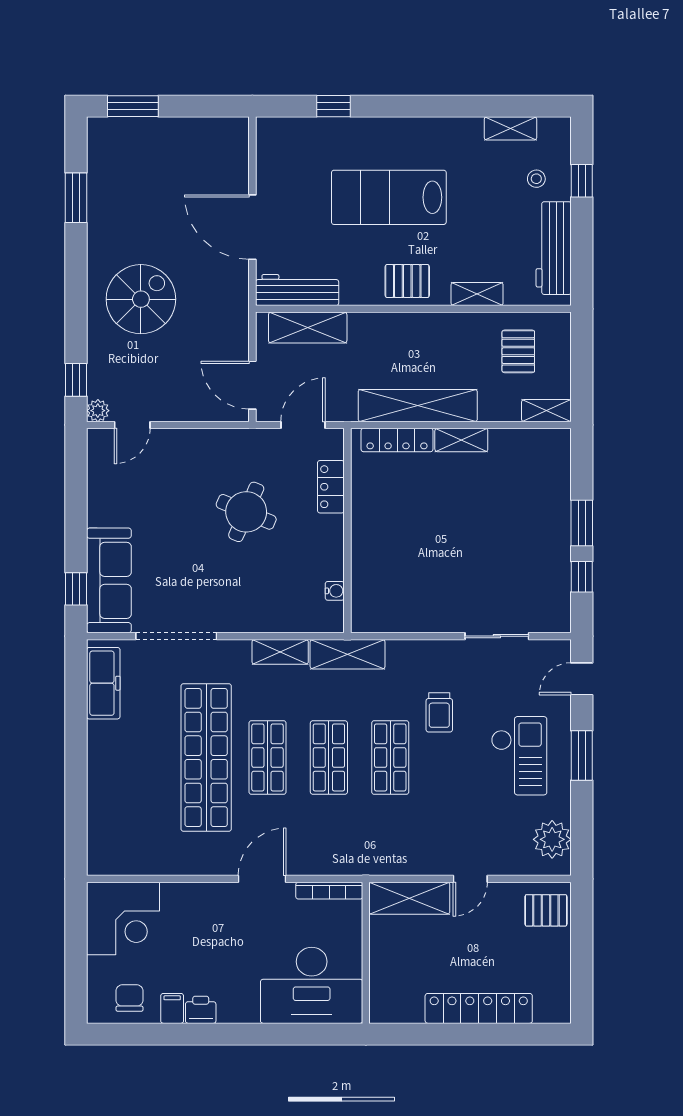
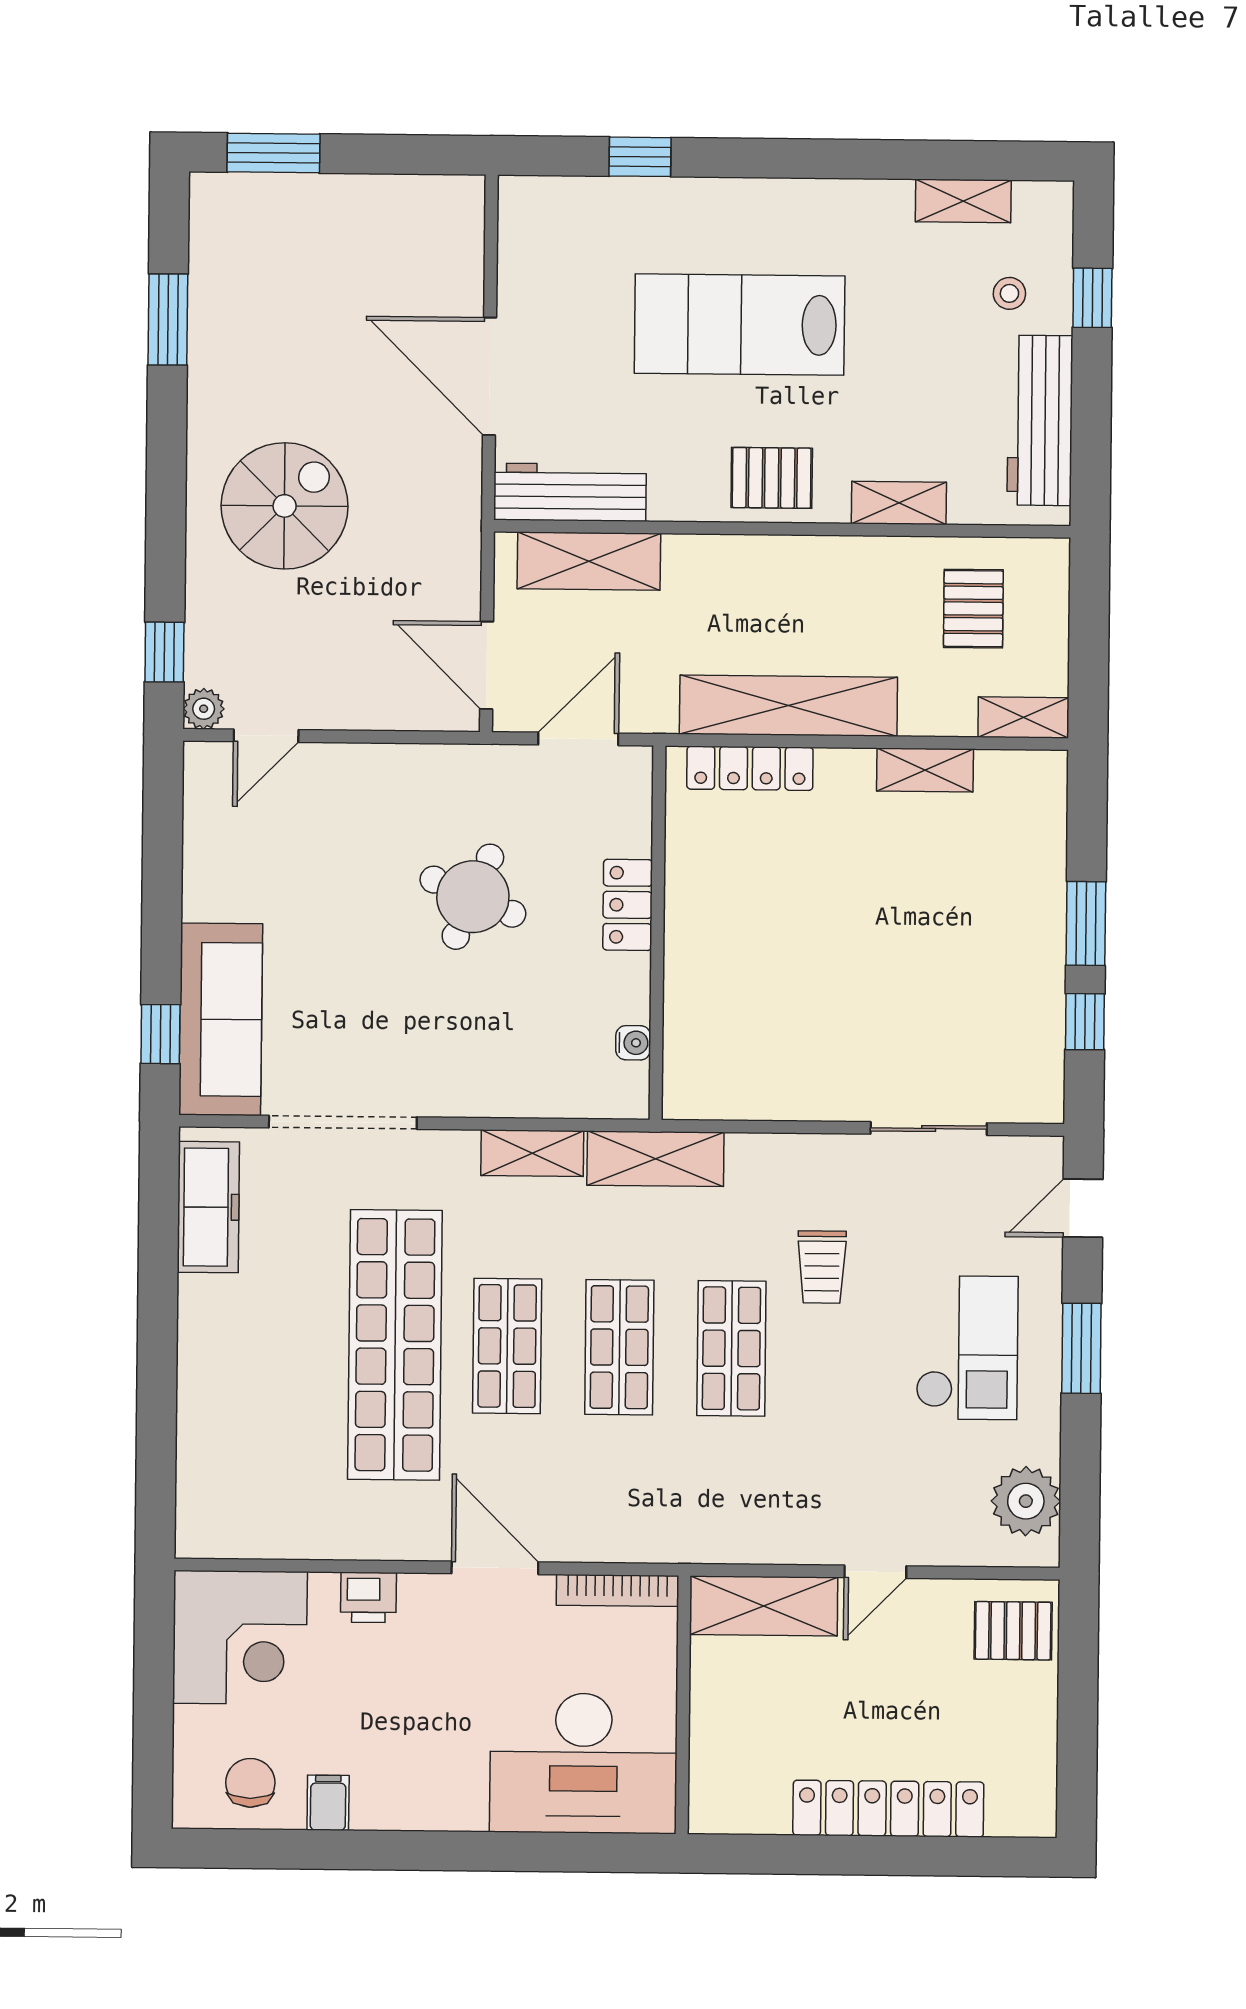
shelving: (461, 440) -> (925, 770), moved
locker: (331, 487) -> (628, 905), moved
door: (262, 879) -> (495, 1568), hinge flipped
printer: (201, 1010) -> (368, 1597), moved, turned 180

